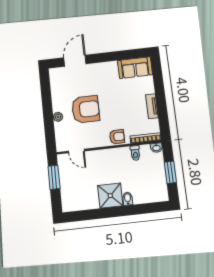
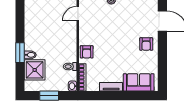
sofa: (135, 68) -> (139, 82), moved, turned 90
armchair: (86, 109) -> (146, 44), moved, width x0.53, depth x0.53
shower: (110, 196) -> (35, 70), moved
window: (126, 211) -> (20, 53), added

